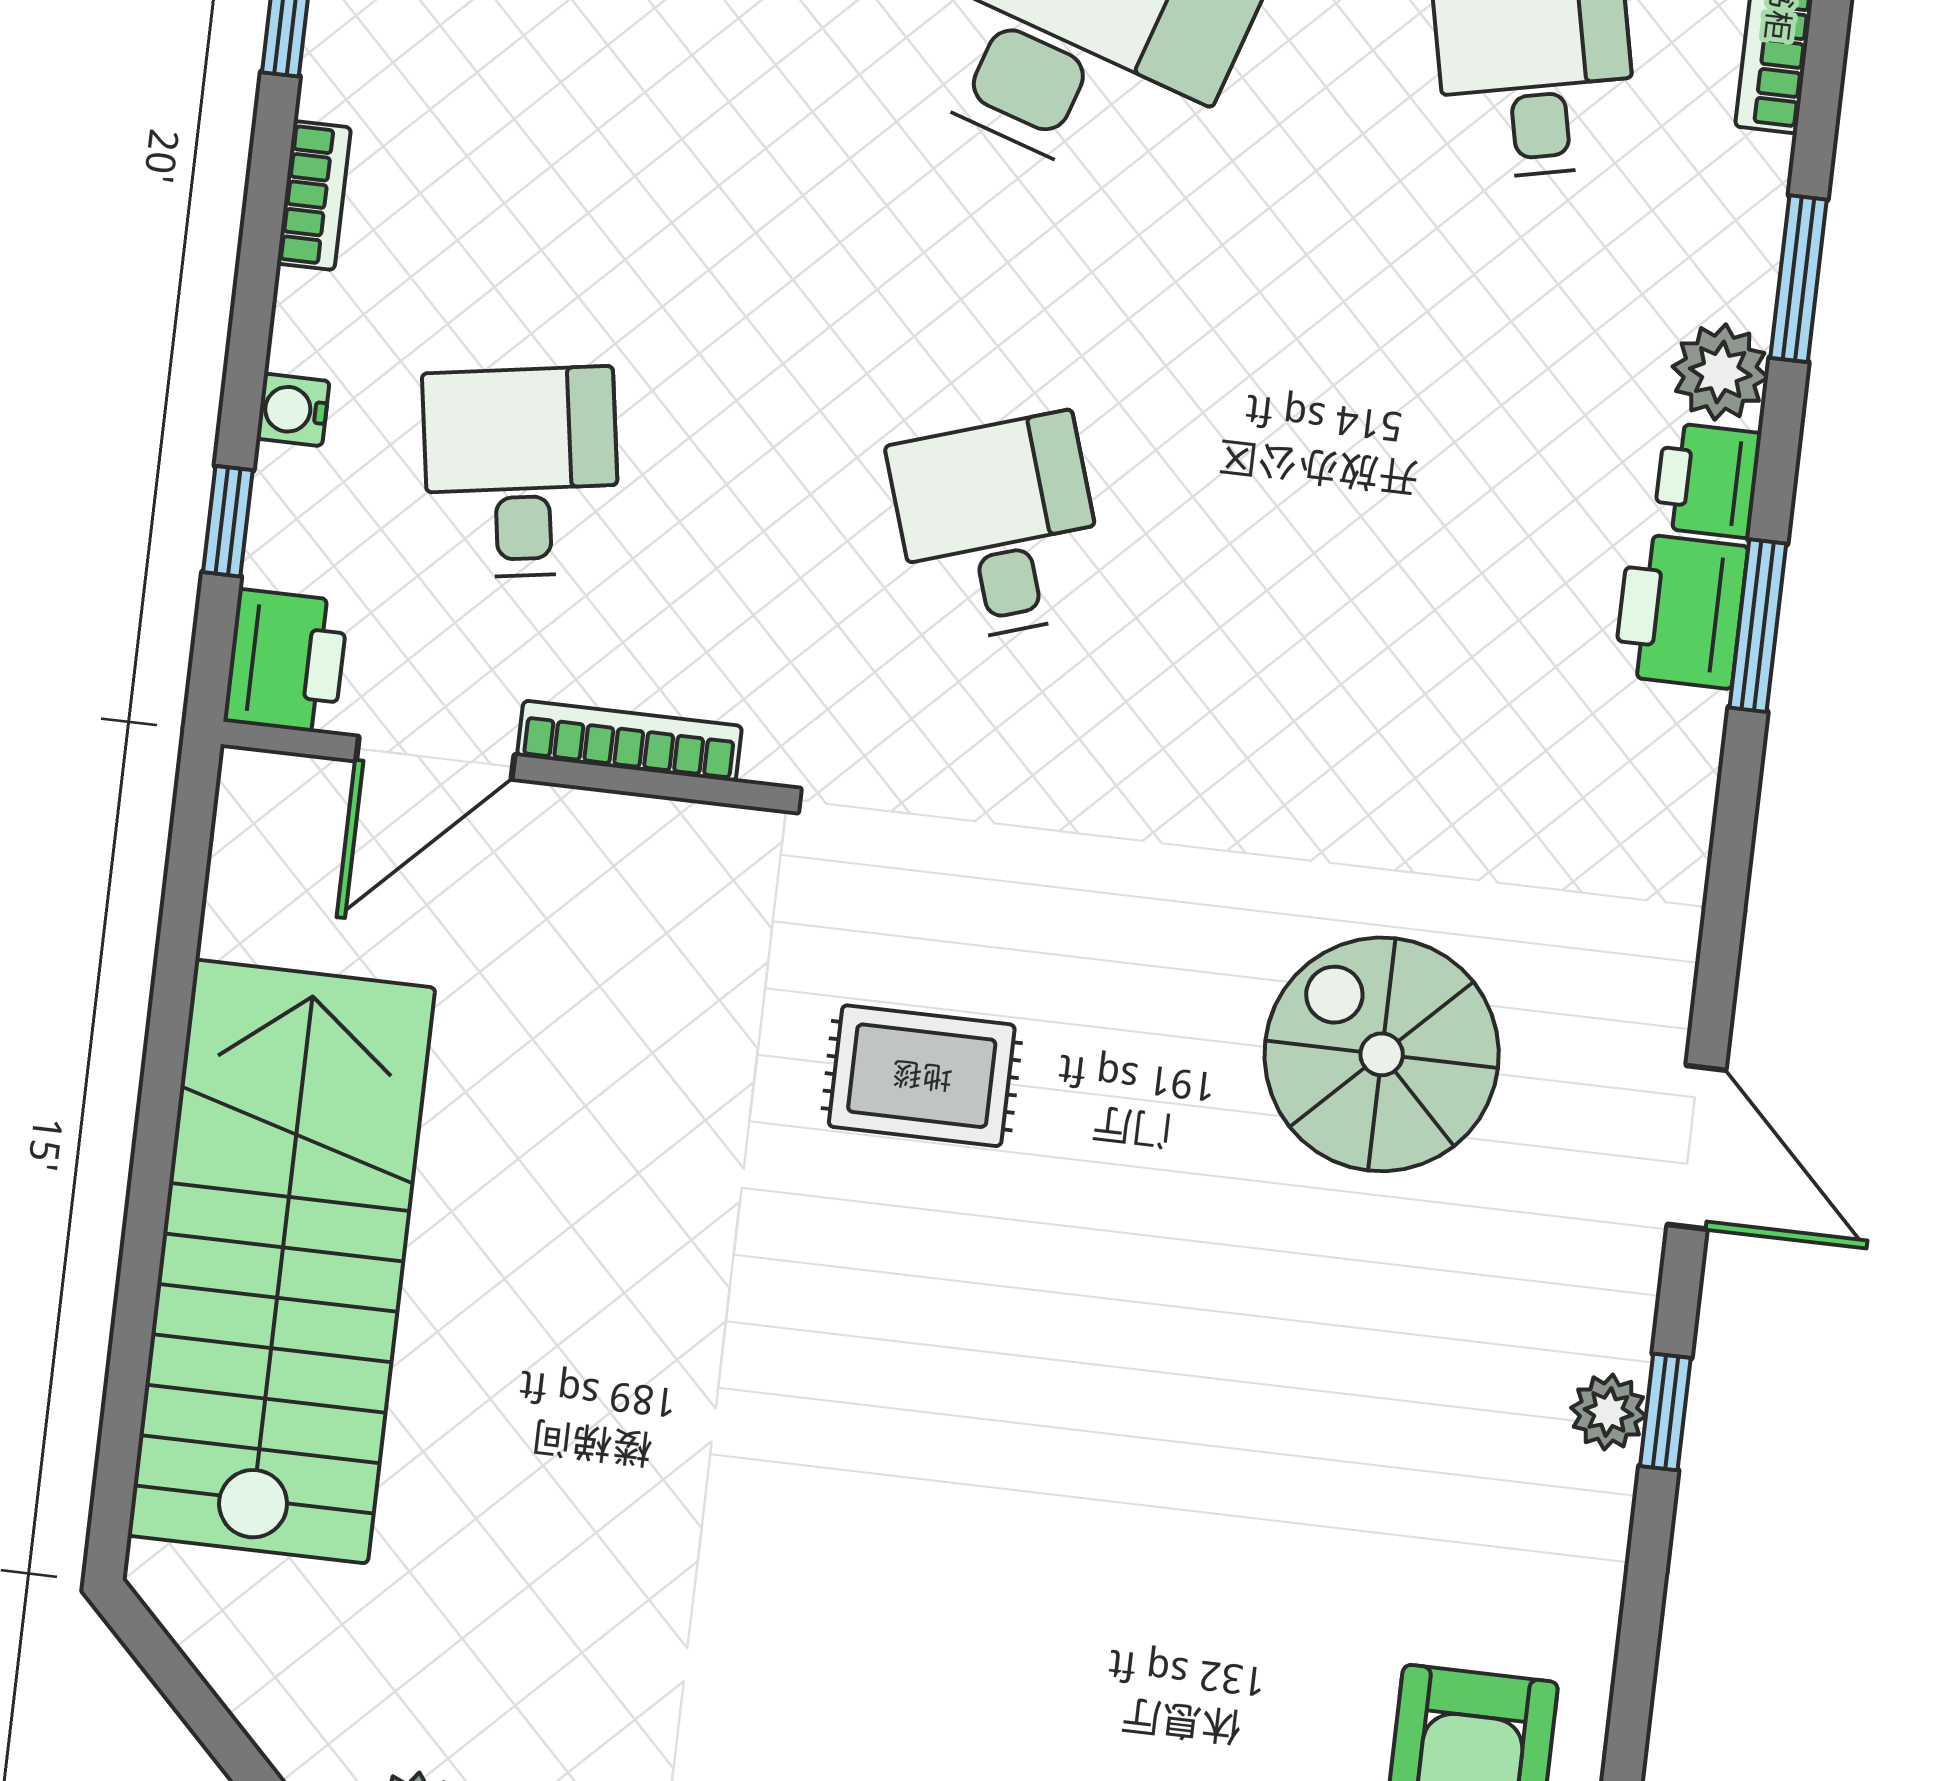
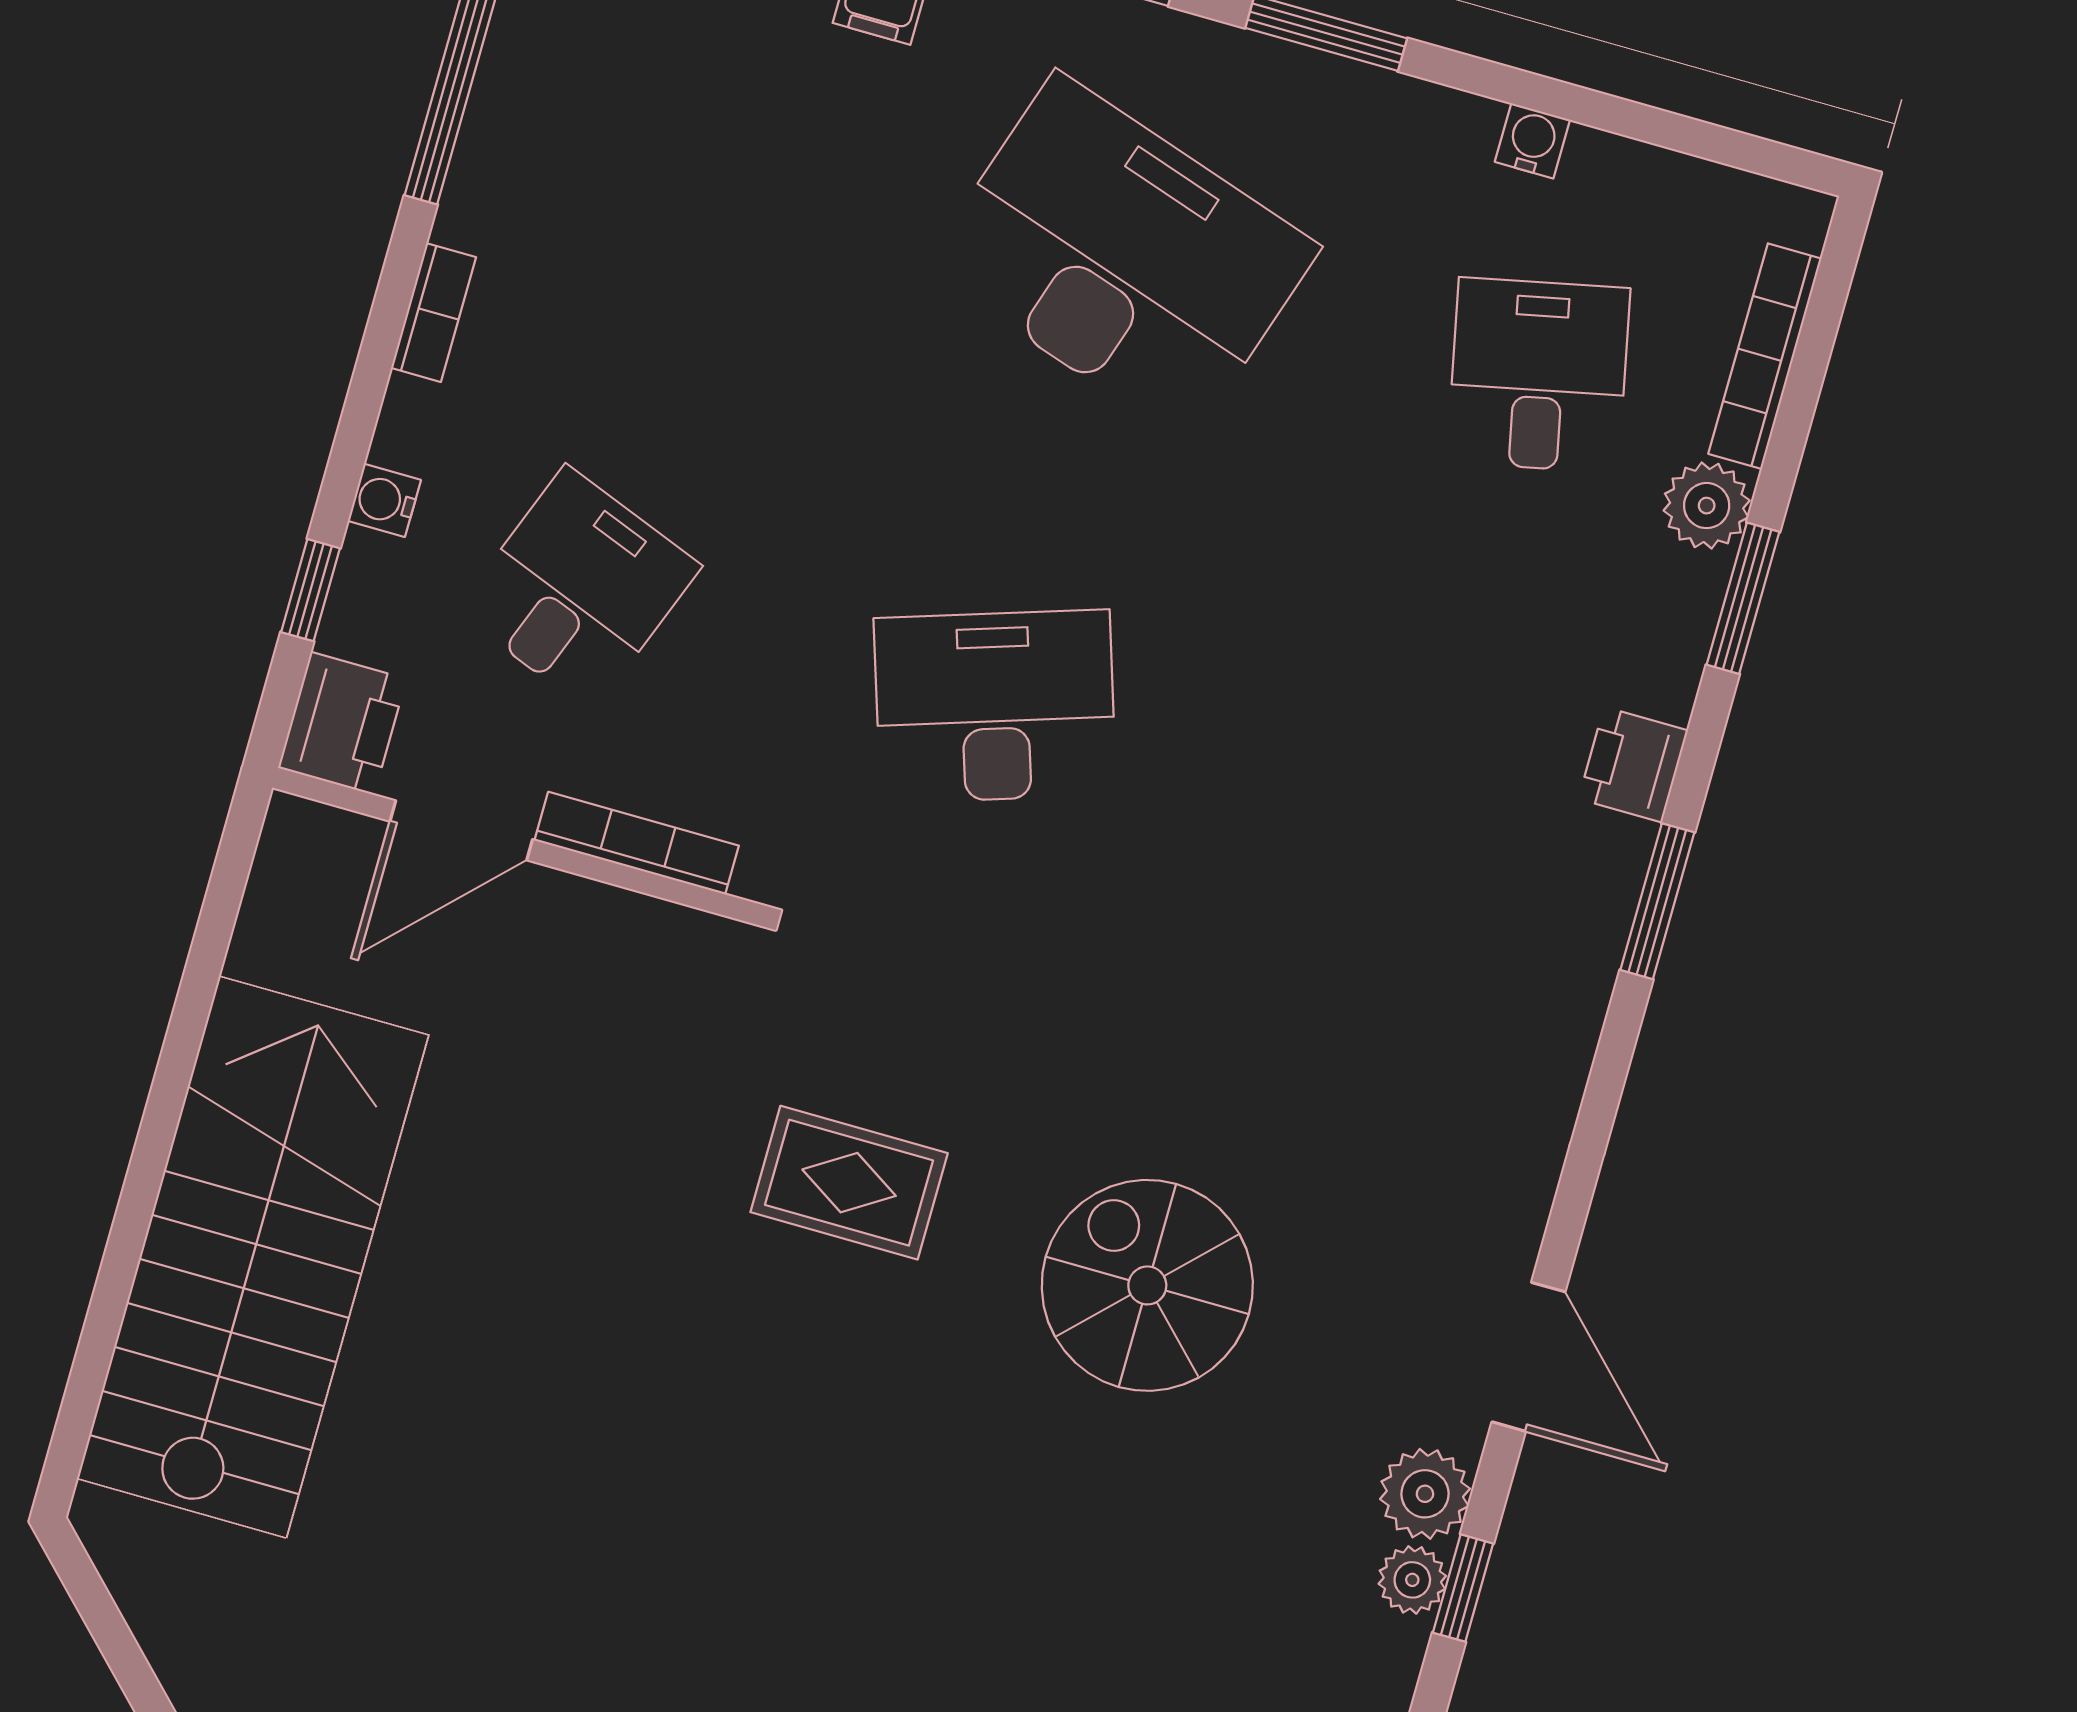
plant: (1720, 372) -> (1707, 506), moved
desk: (521, 472) -> (579, 589), turned 30
desk: (998, 528) -> (995, 706), width x1.37
printer: (1681, 611) -> (1591, 877), removed
spiral stairs: (1382, 1054) -> (1147, 1285), moved
plant: (1607, 1316) -> (1425, 1494), added

